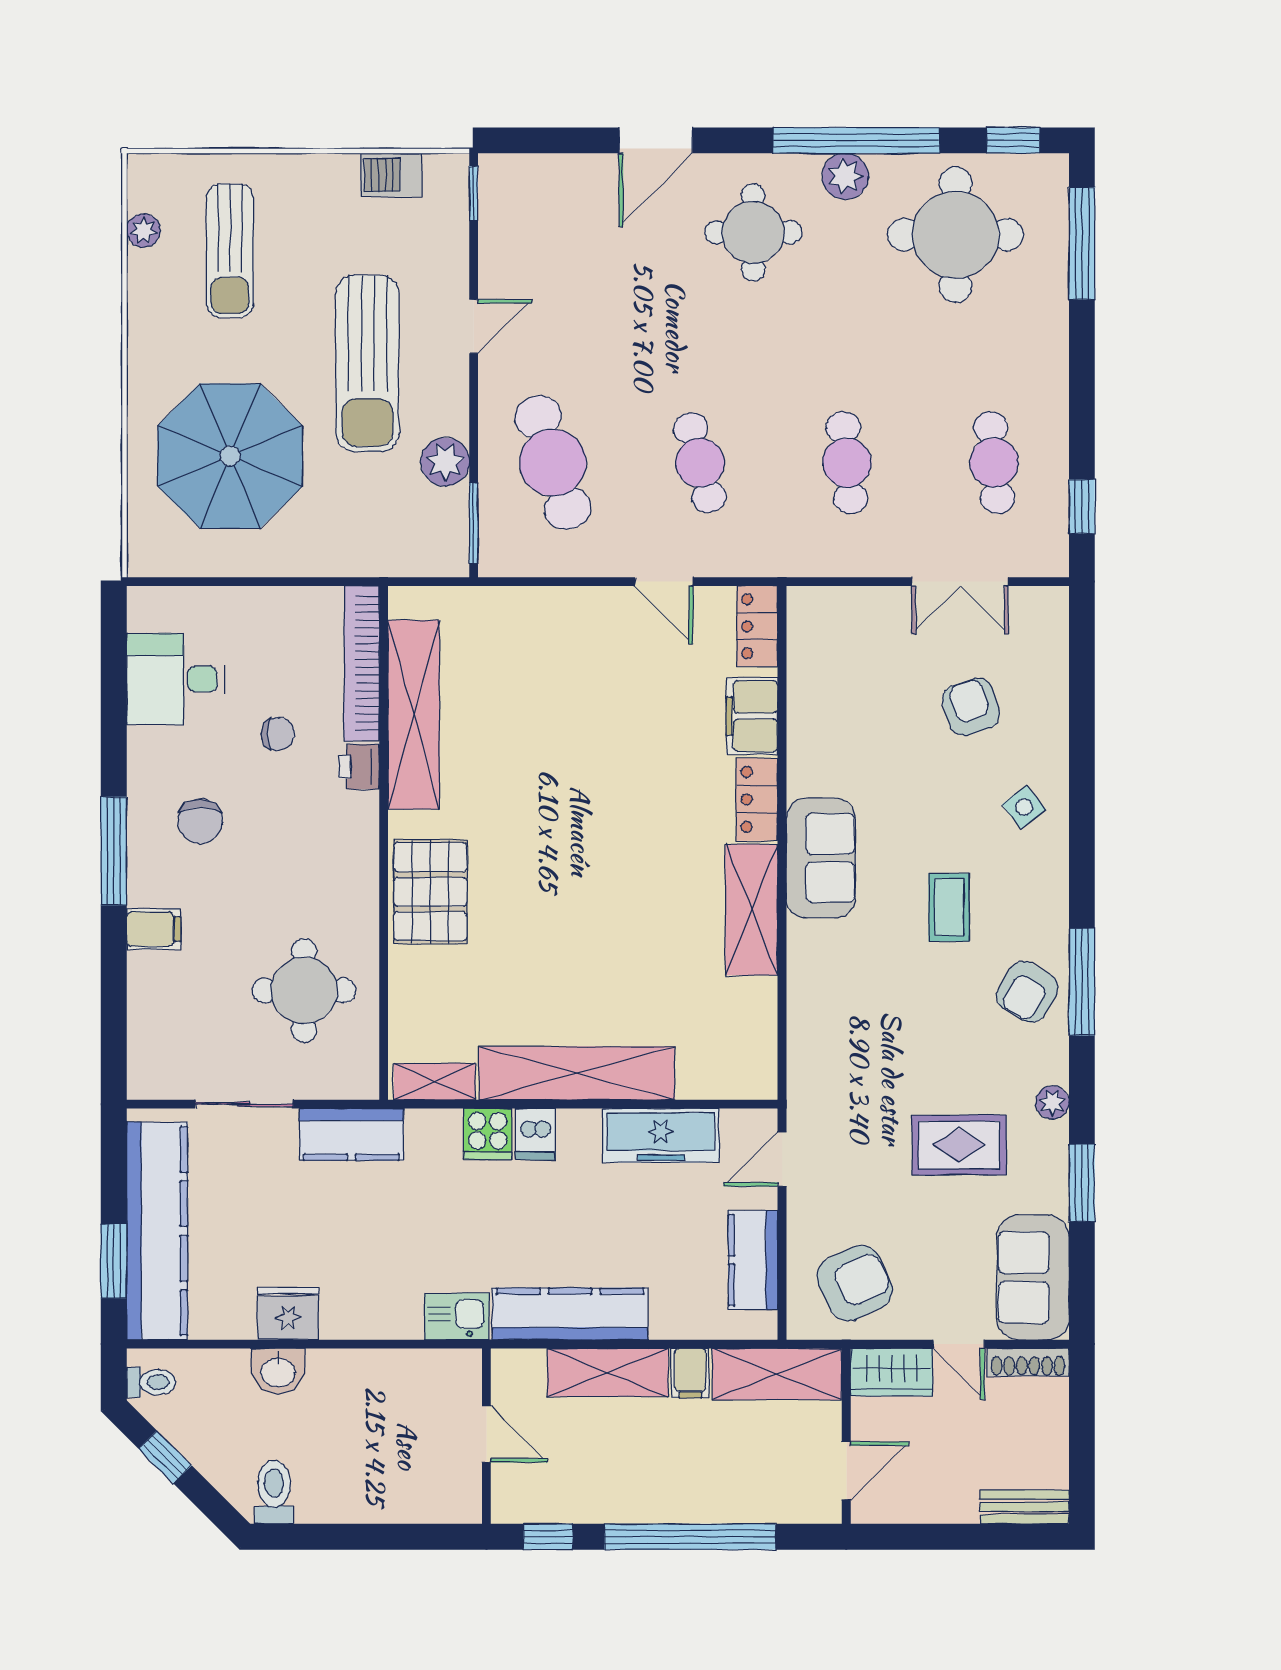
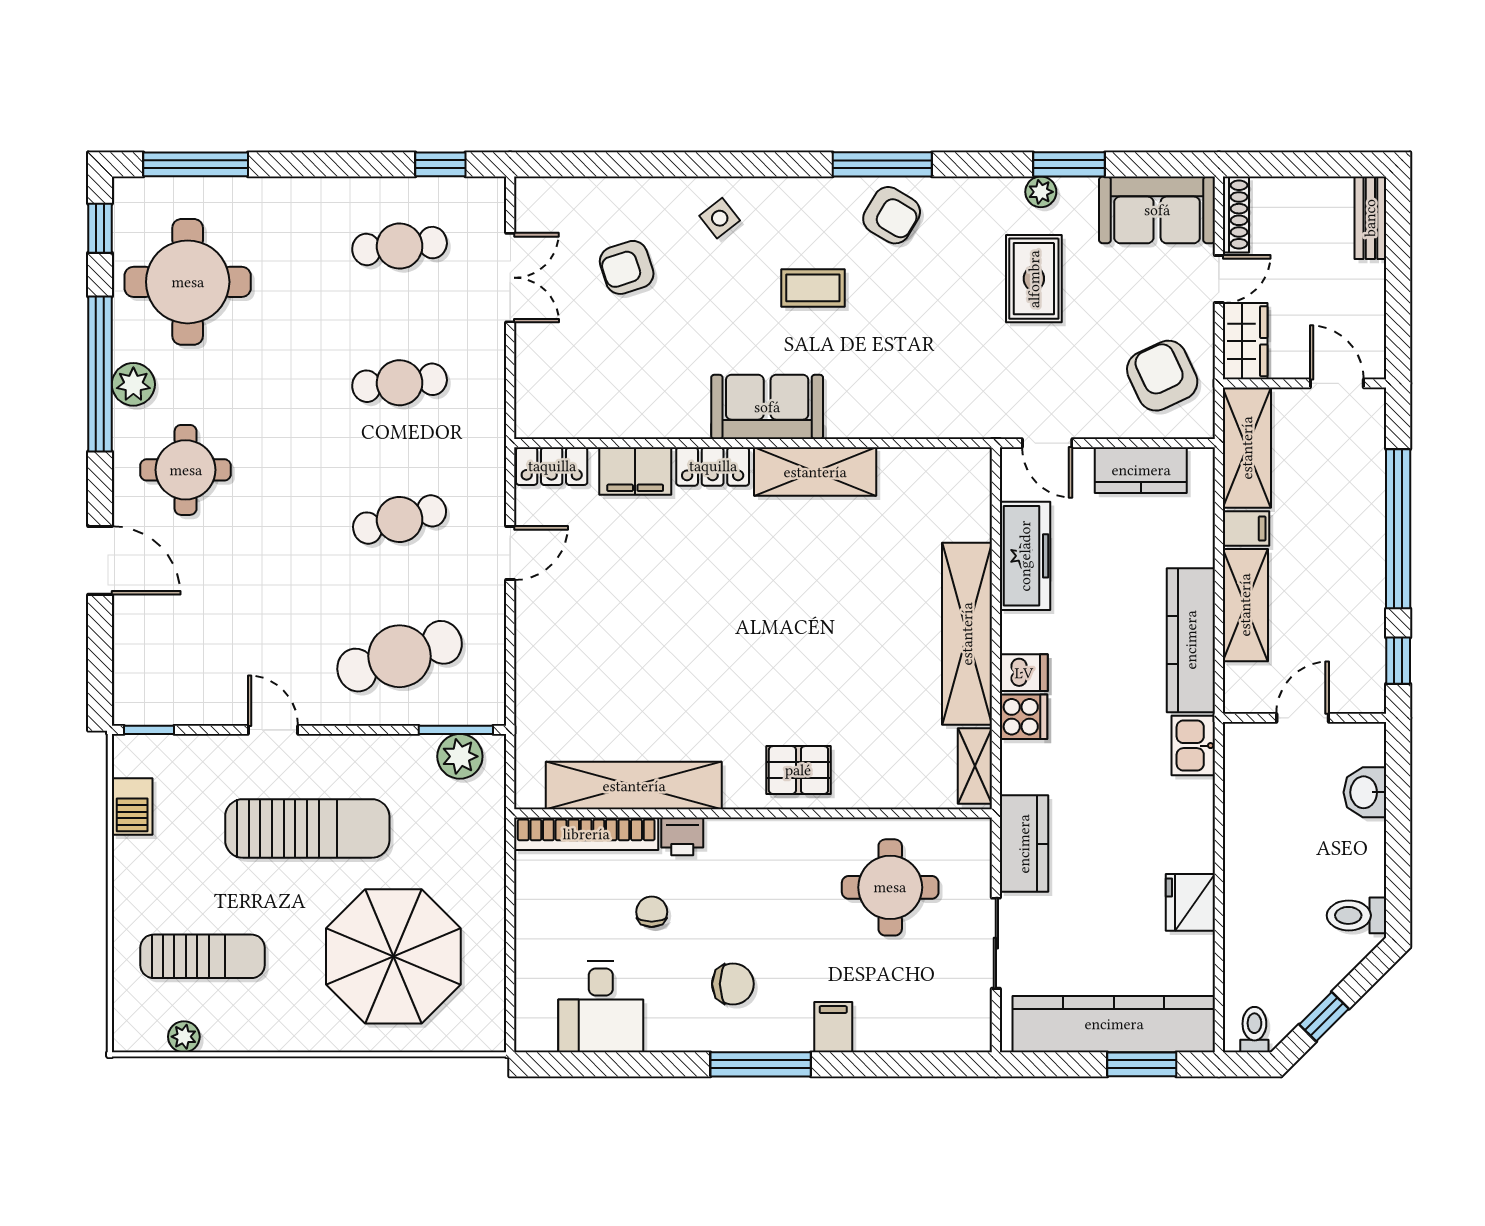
plant: (445, 462) -> (460, 756), moved
pallet: (430, 892) -> (798, 770), width x0.67, depth x0.71
plant: (1052, 1103) -> (1041, 192), moved
washbasin: (278, 1371) -> (1365, 792), moved, turned 180

